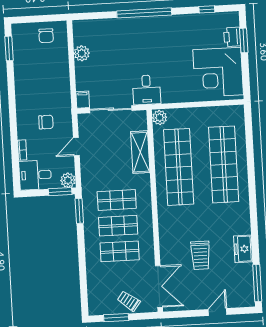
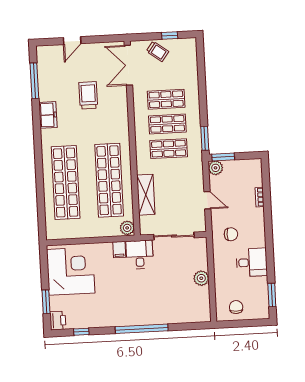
printer: (232, 37) -> (58, 321), moved
plant: (82, 53) -> (201, 278), moved
filing cabinet: (83, 100) -> (119, 250), moved
chair: (46, 122) -> (231, 234), moved, turned 180
door: (76, 147) -> (207, 200), hinge flipped
desk: (35, 175) -> (252, 262), moved
freezer: (243, 249) -> (48, 115), moved
window: (257, 283) -> (34, 81), moved
window: (116, 318) -> (170, 35), width x0.67

